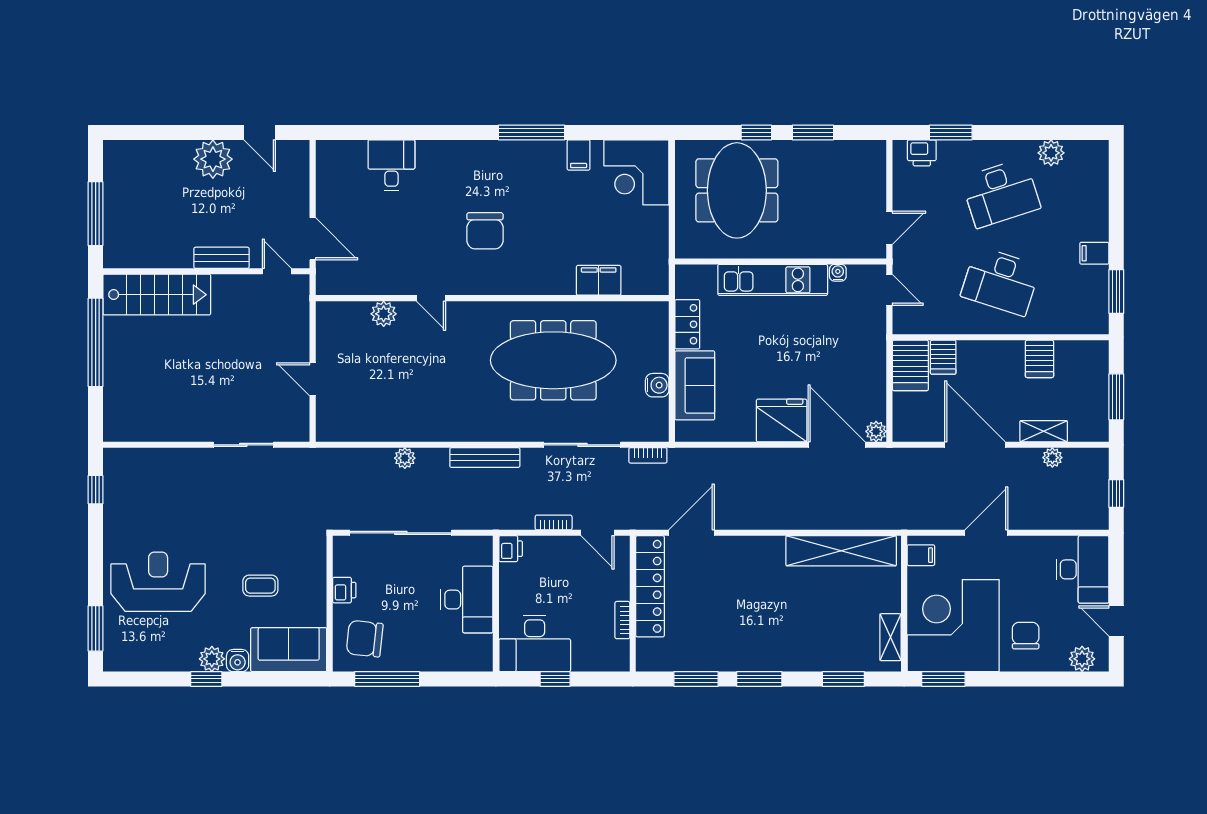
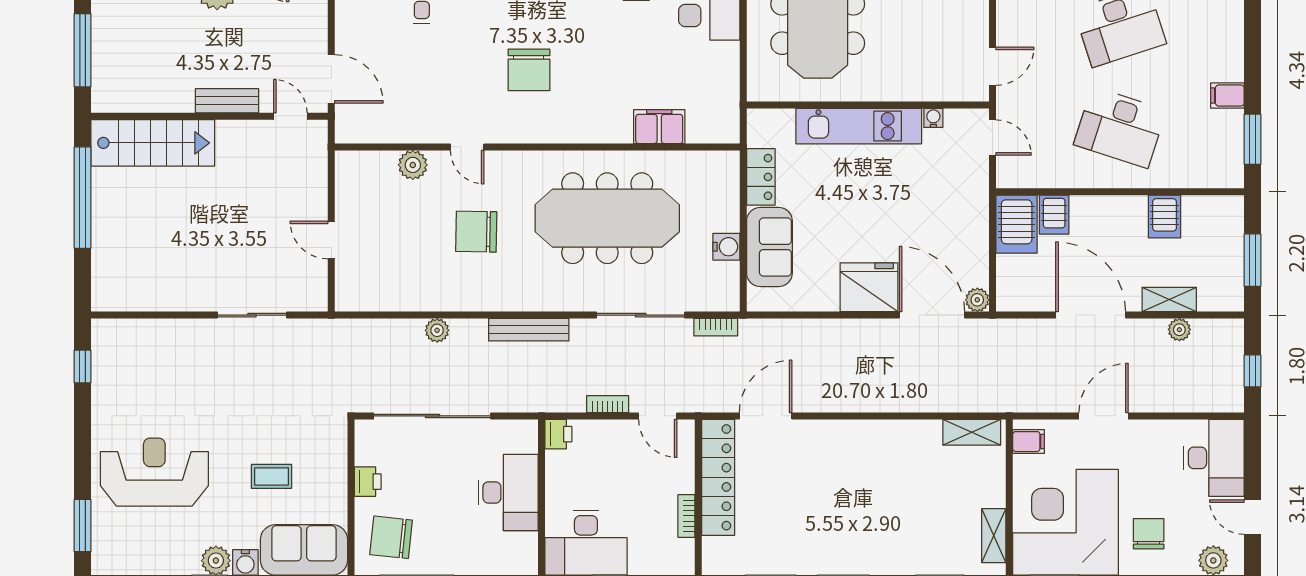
chair: (439, 372) -> (476, 232), added
shelving: (841, 551) -> (972, 432), width x0.45, depth x0.75

